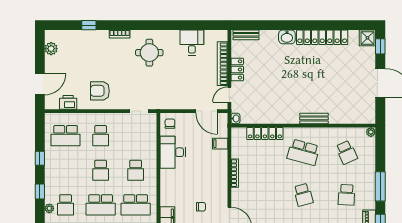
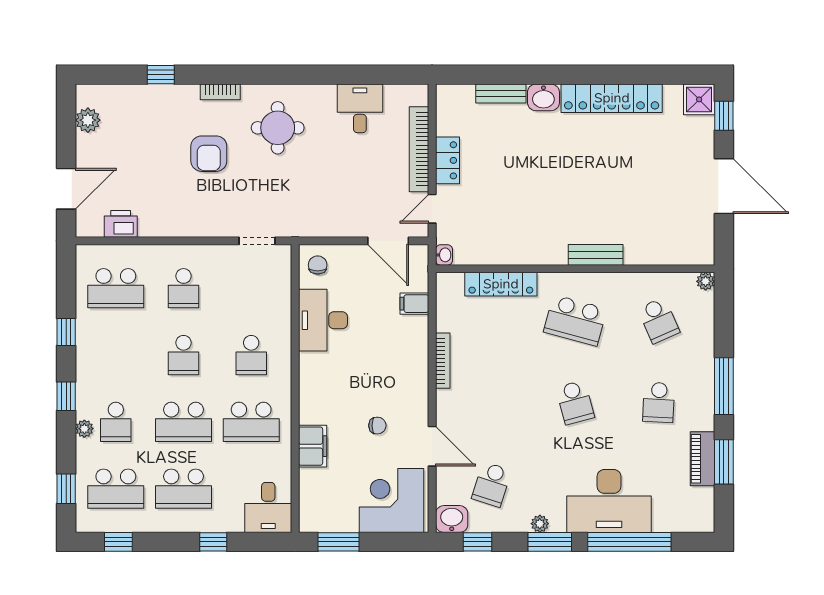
bench: (246, 35) -> (501, 93), moved
armchair: (100, 91) -> (209, 154), moved, turned -90

